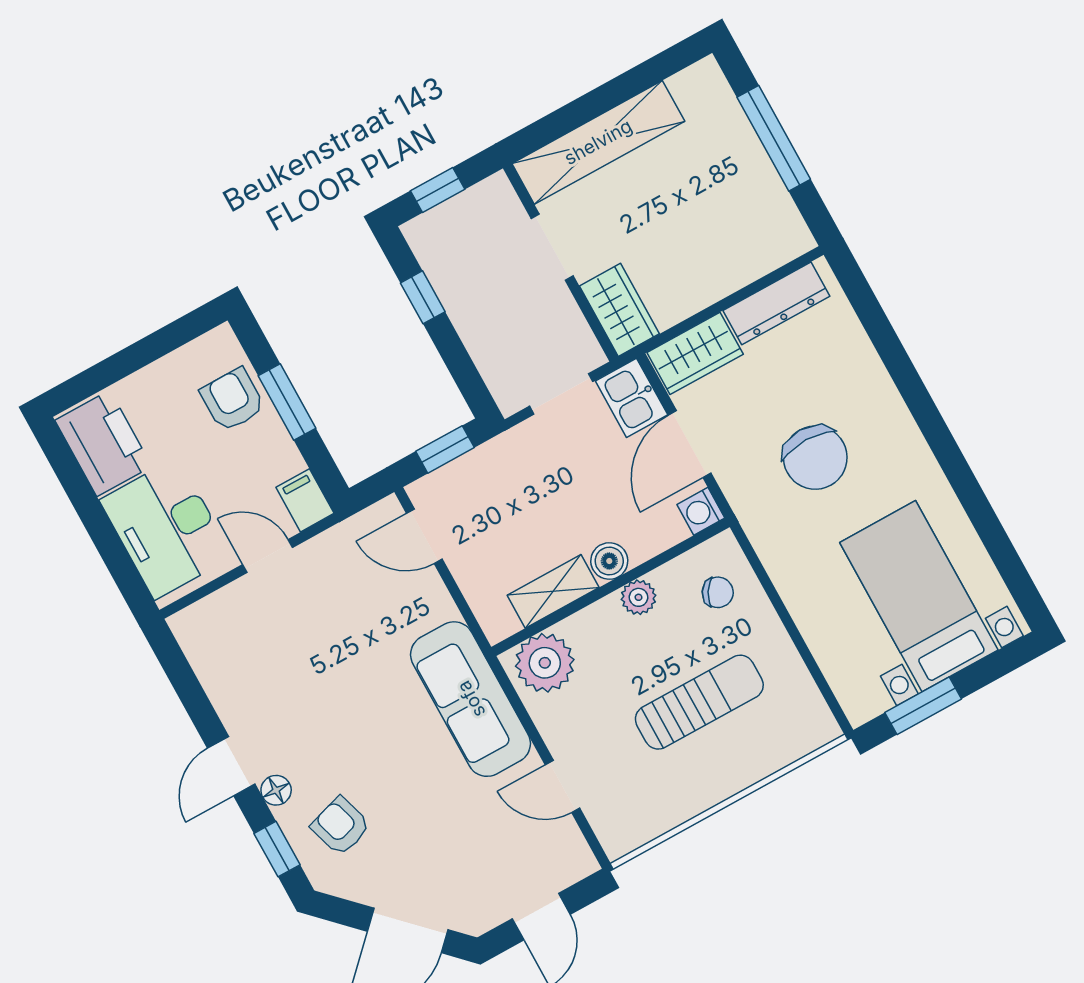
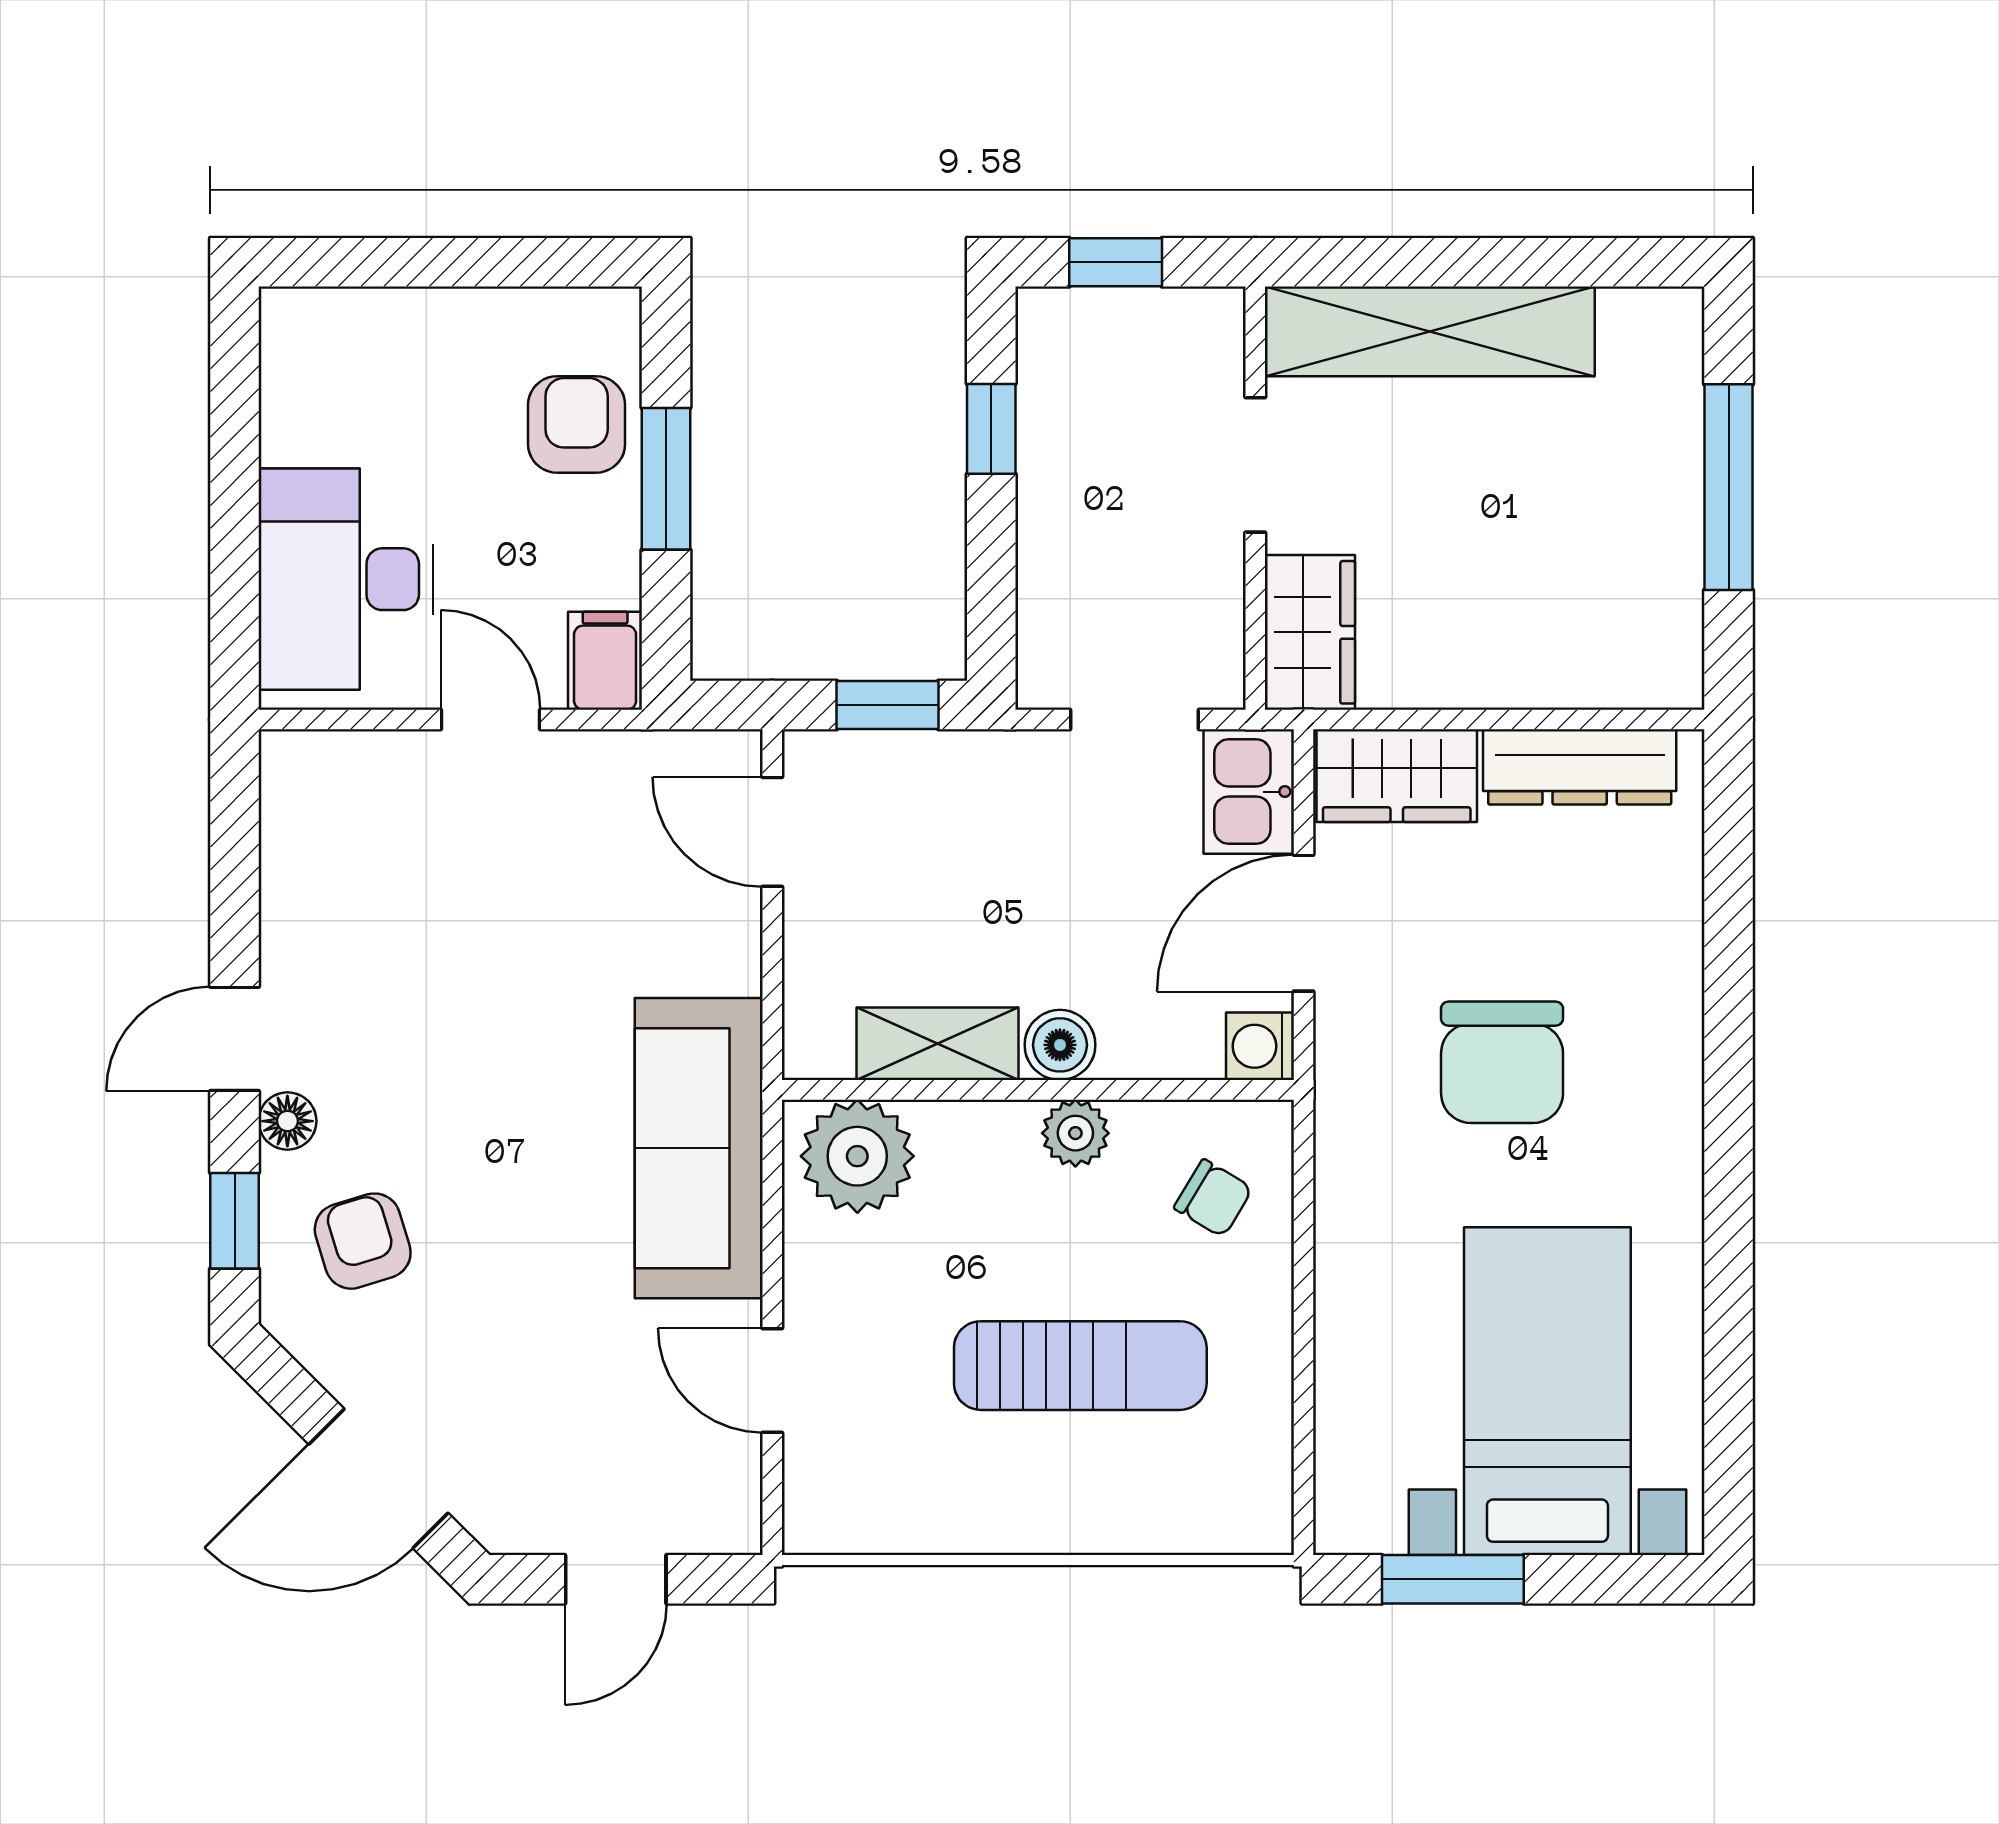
printer: (103, 443) -> (319, 378), removed

